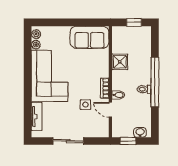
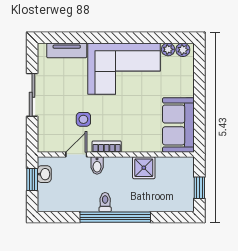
washbasin: (140, 132) -> (44, 174), moved

